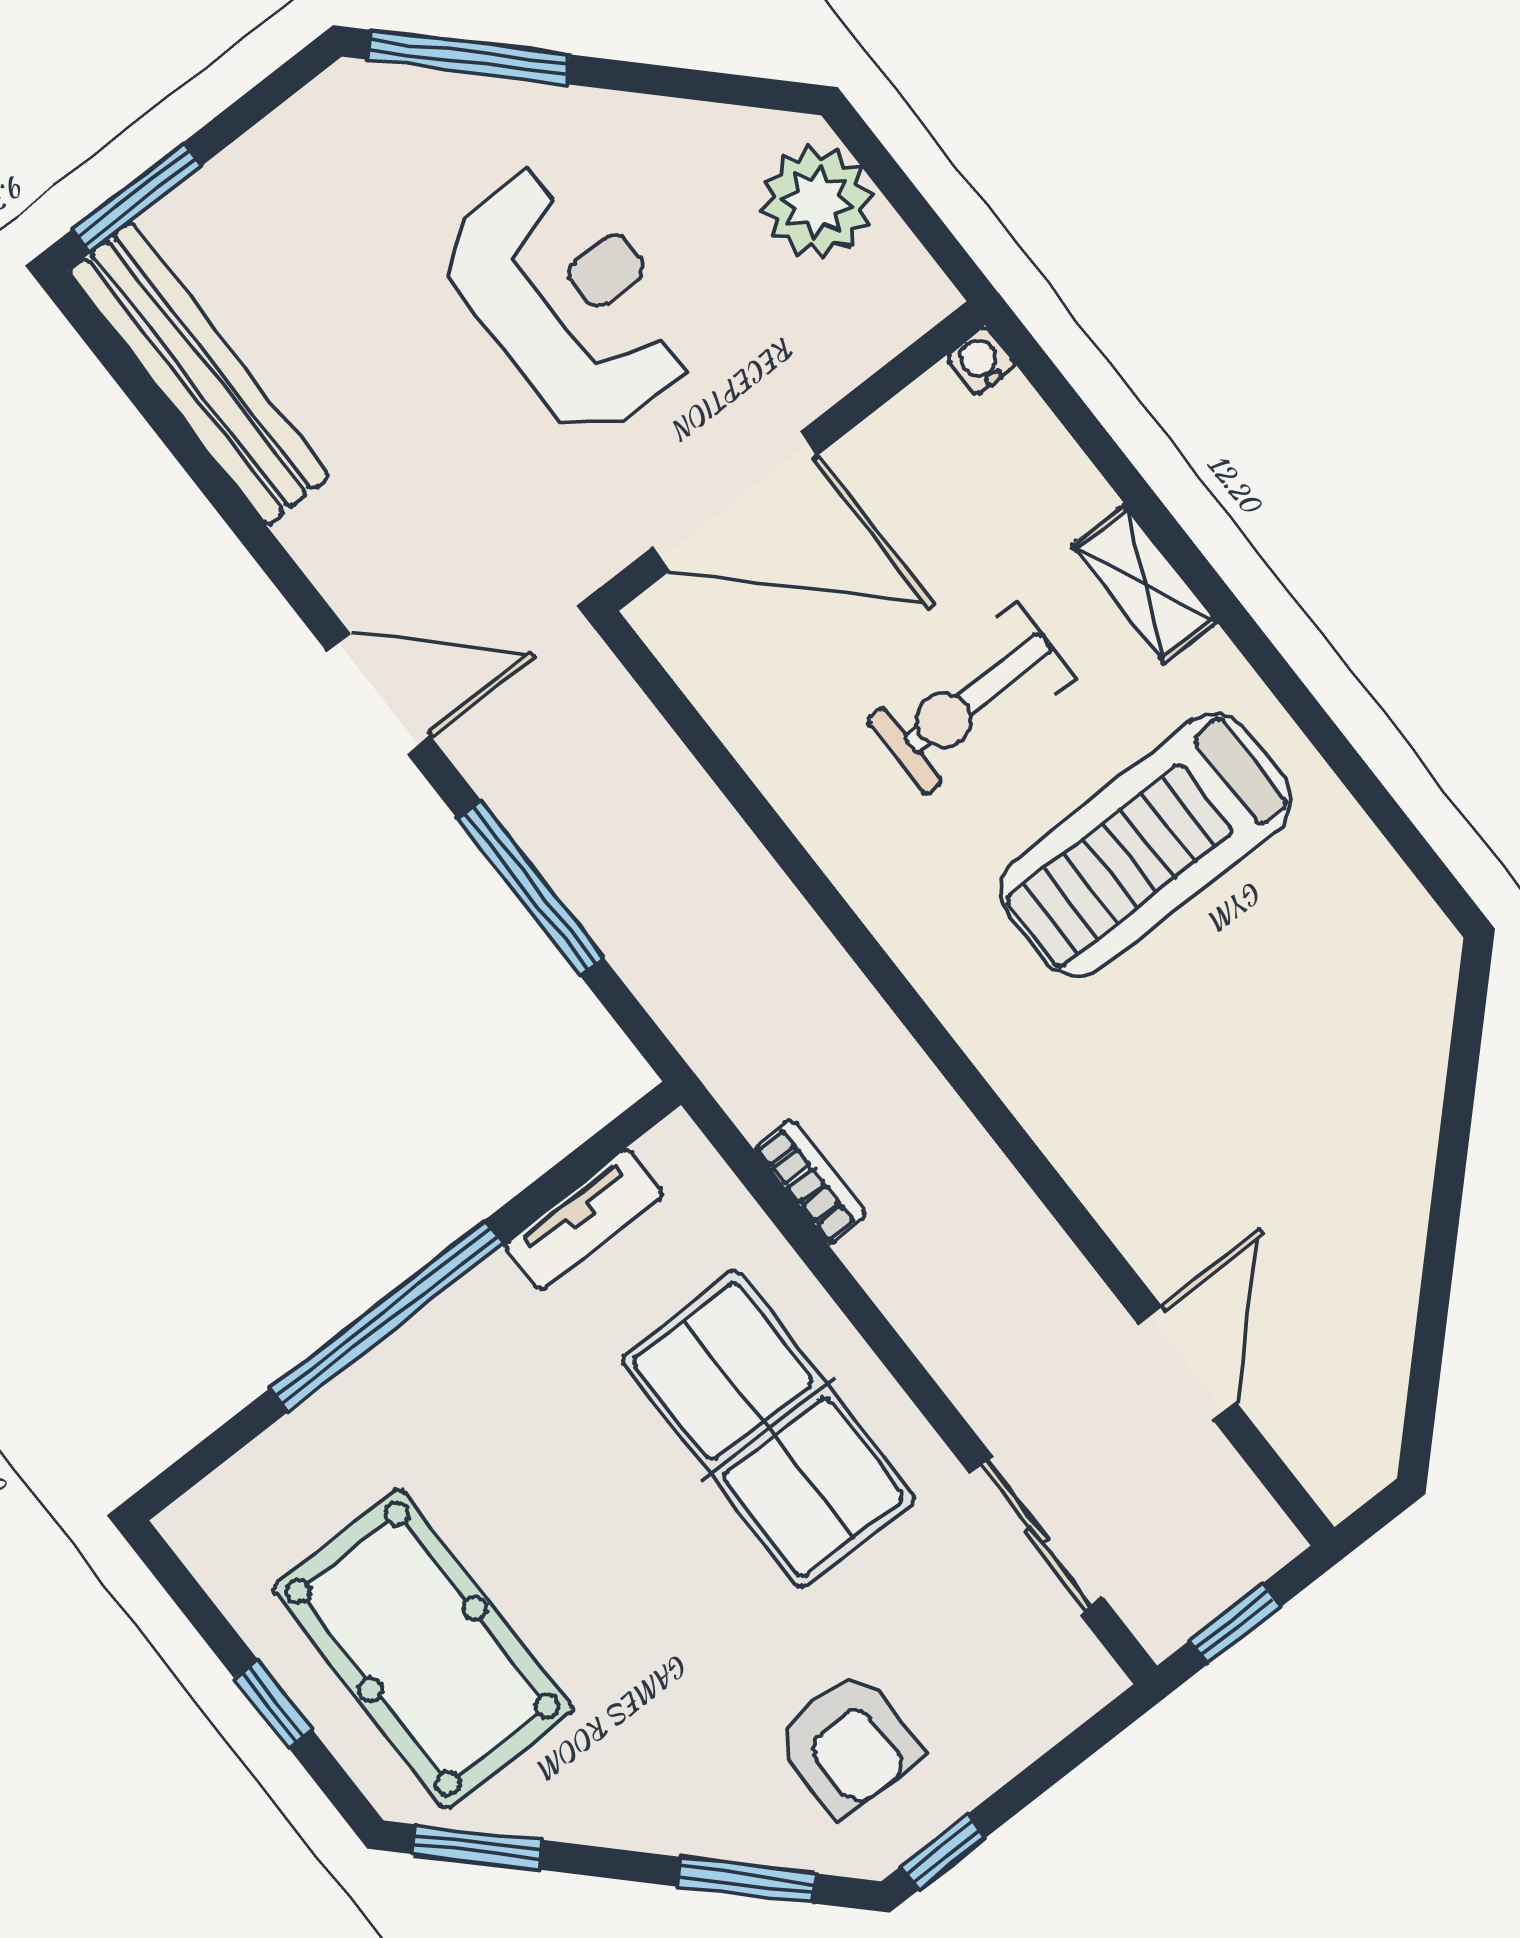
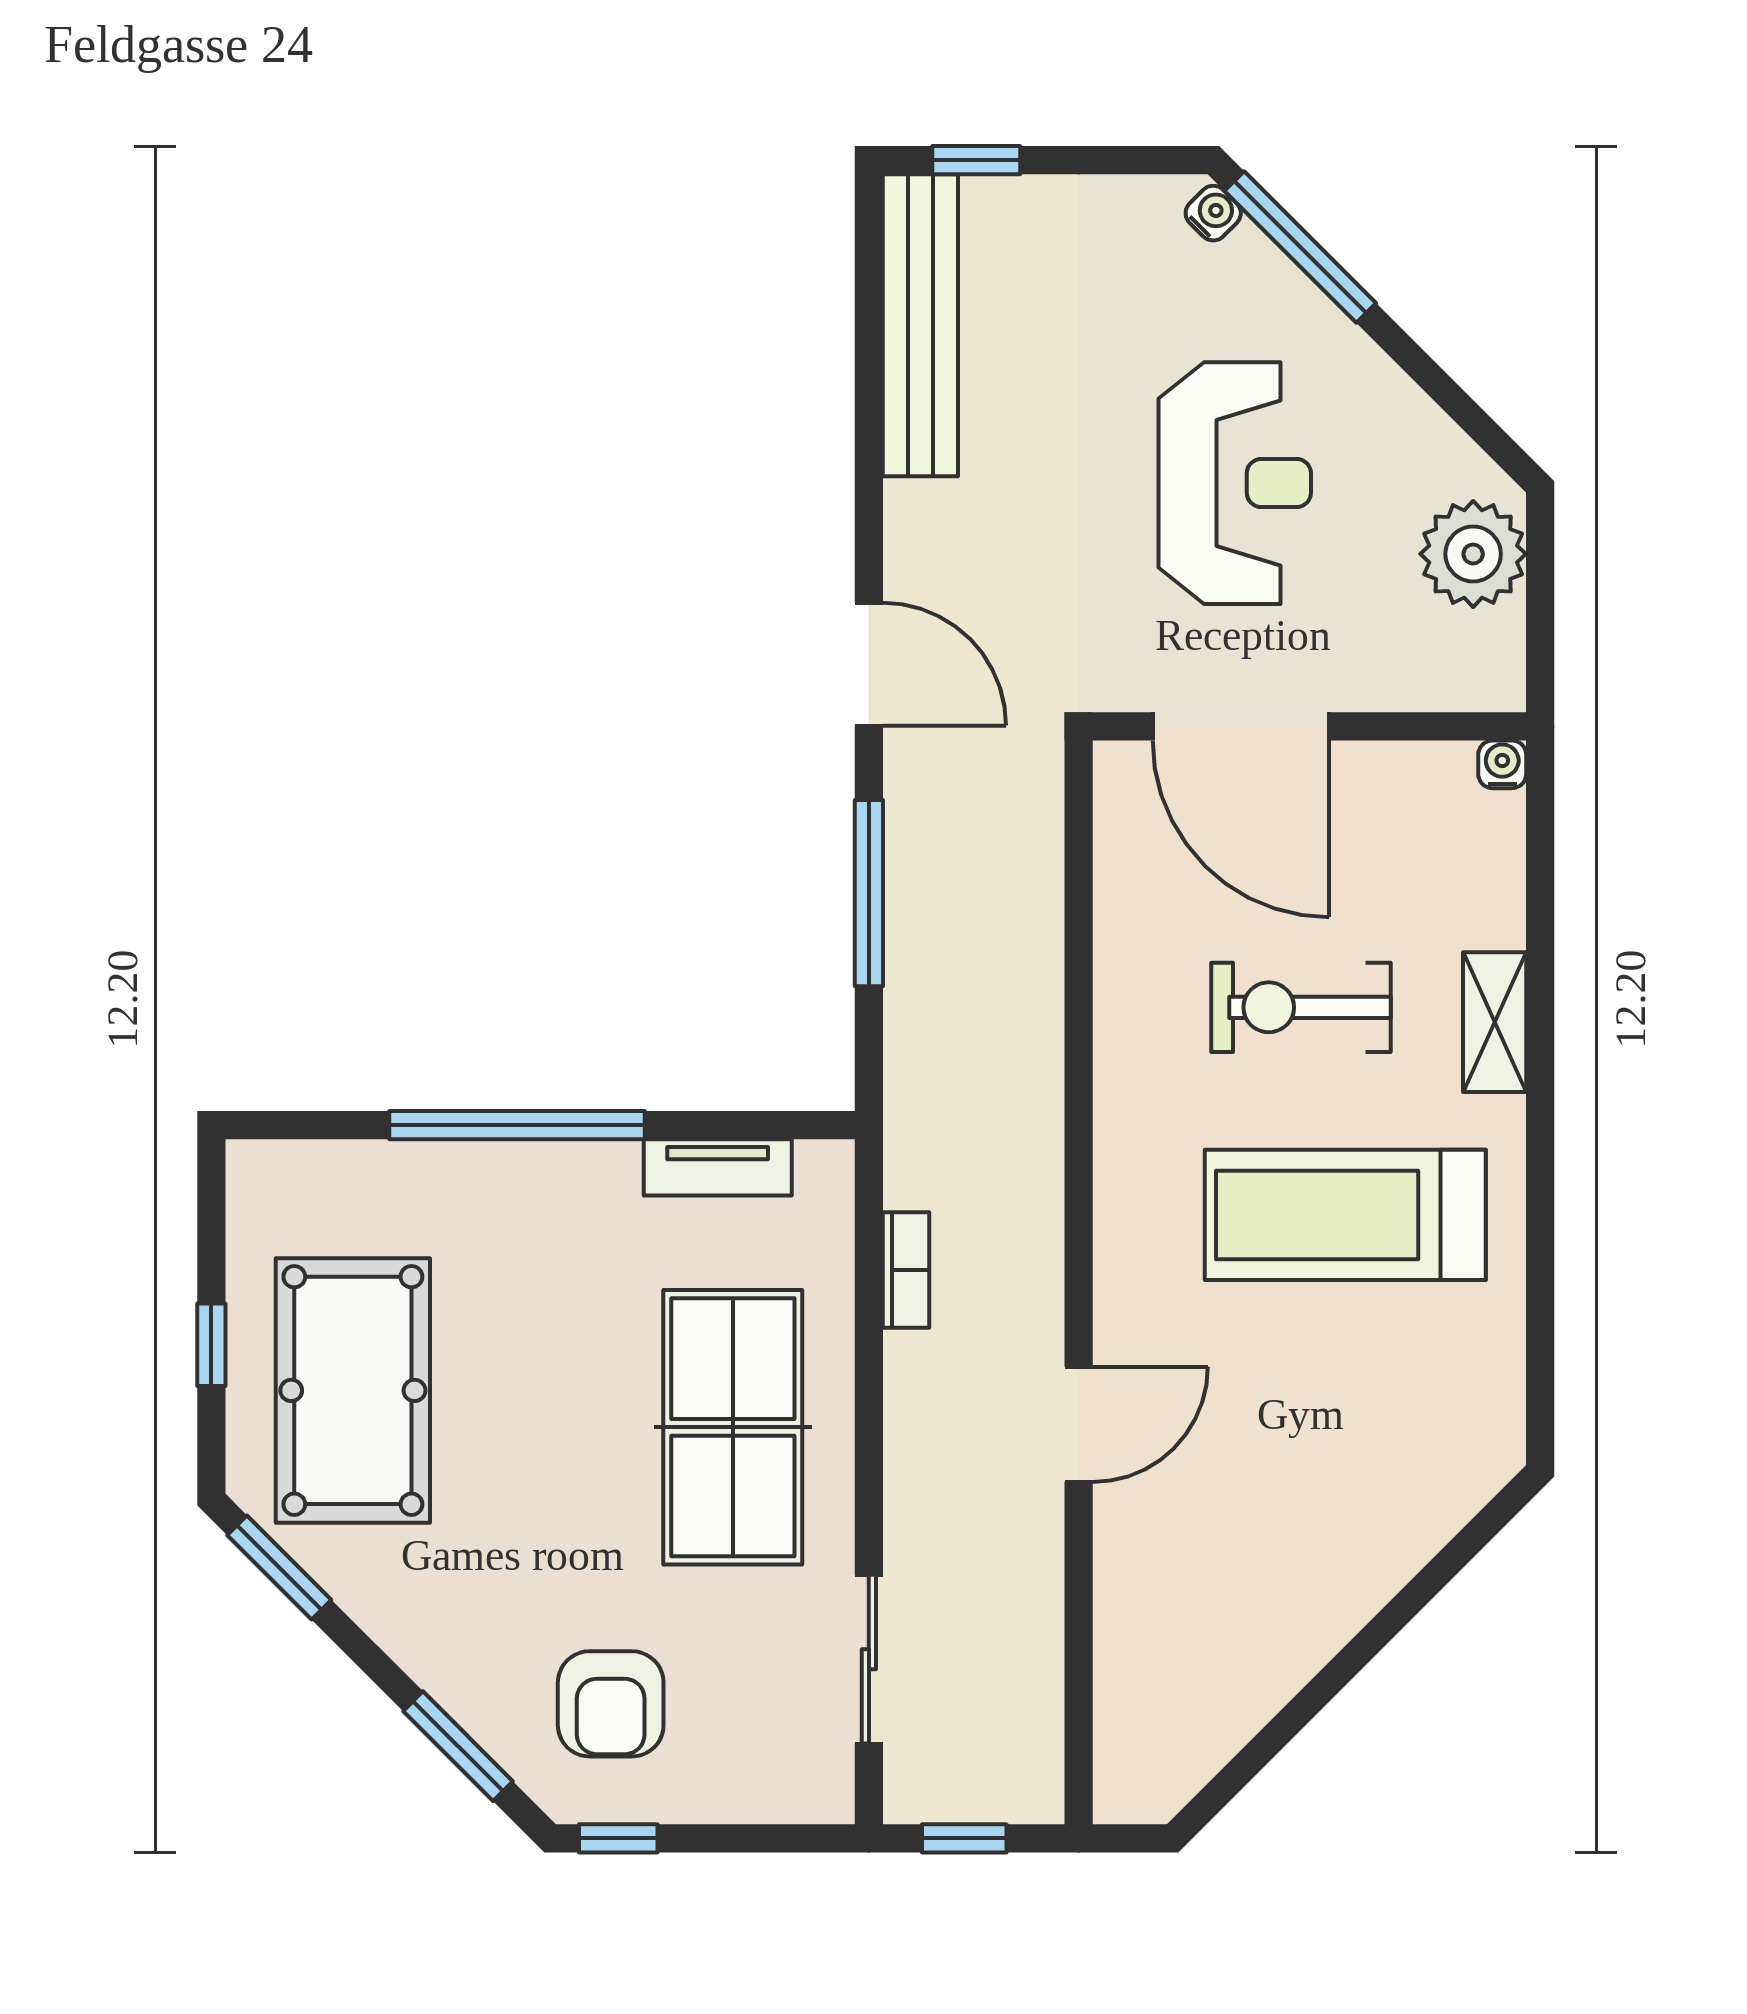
water cooler: (372, 86) -> (1213, 213), added
window: (137, 197) -> (976, 160), width x0.67
door: (1187, 1363) -> (1079, 1424), moved

